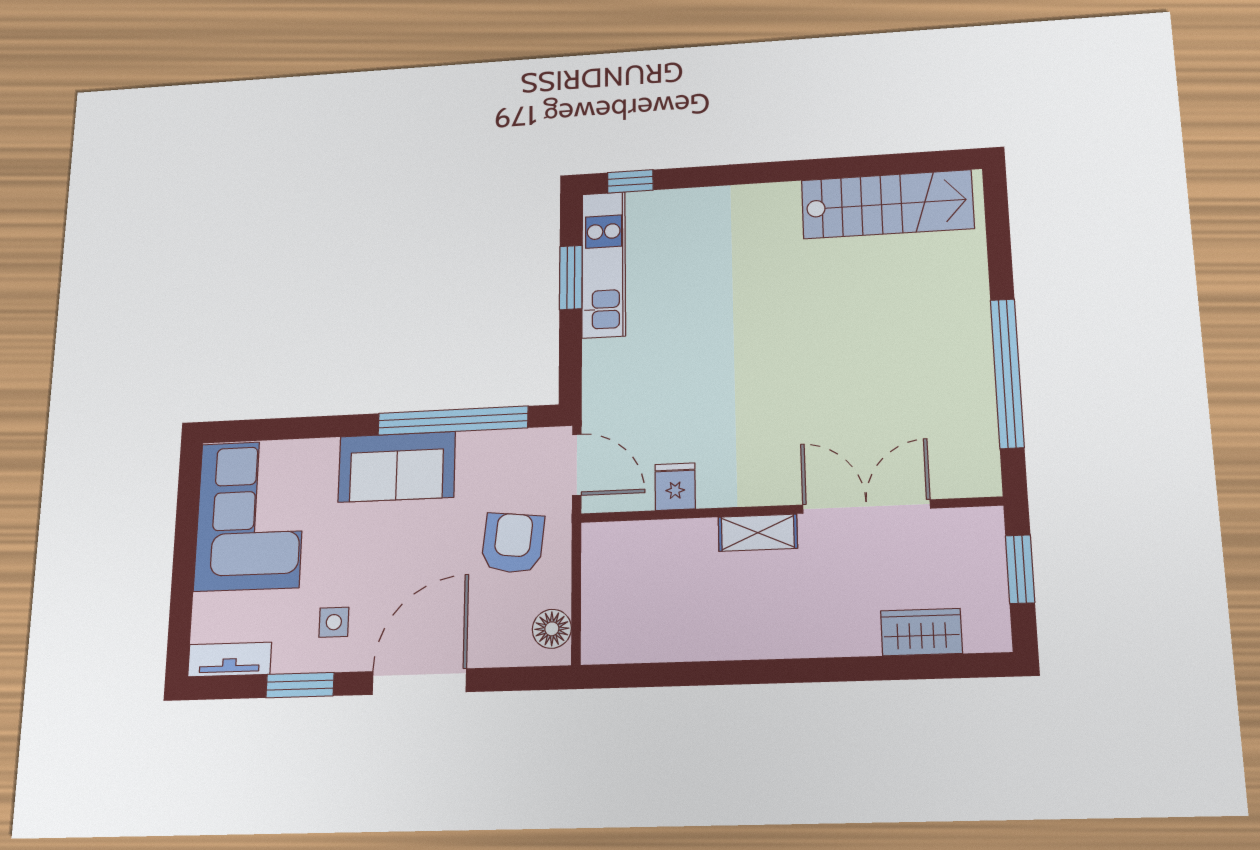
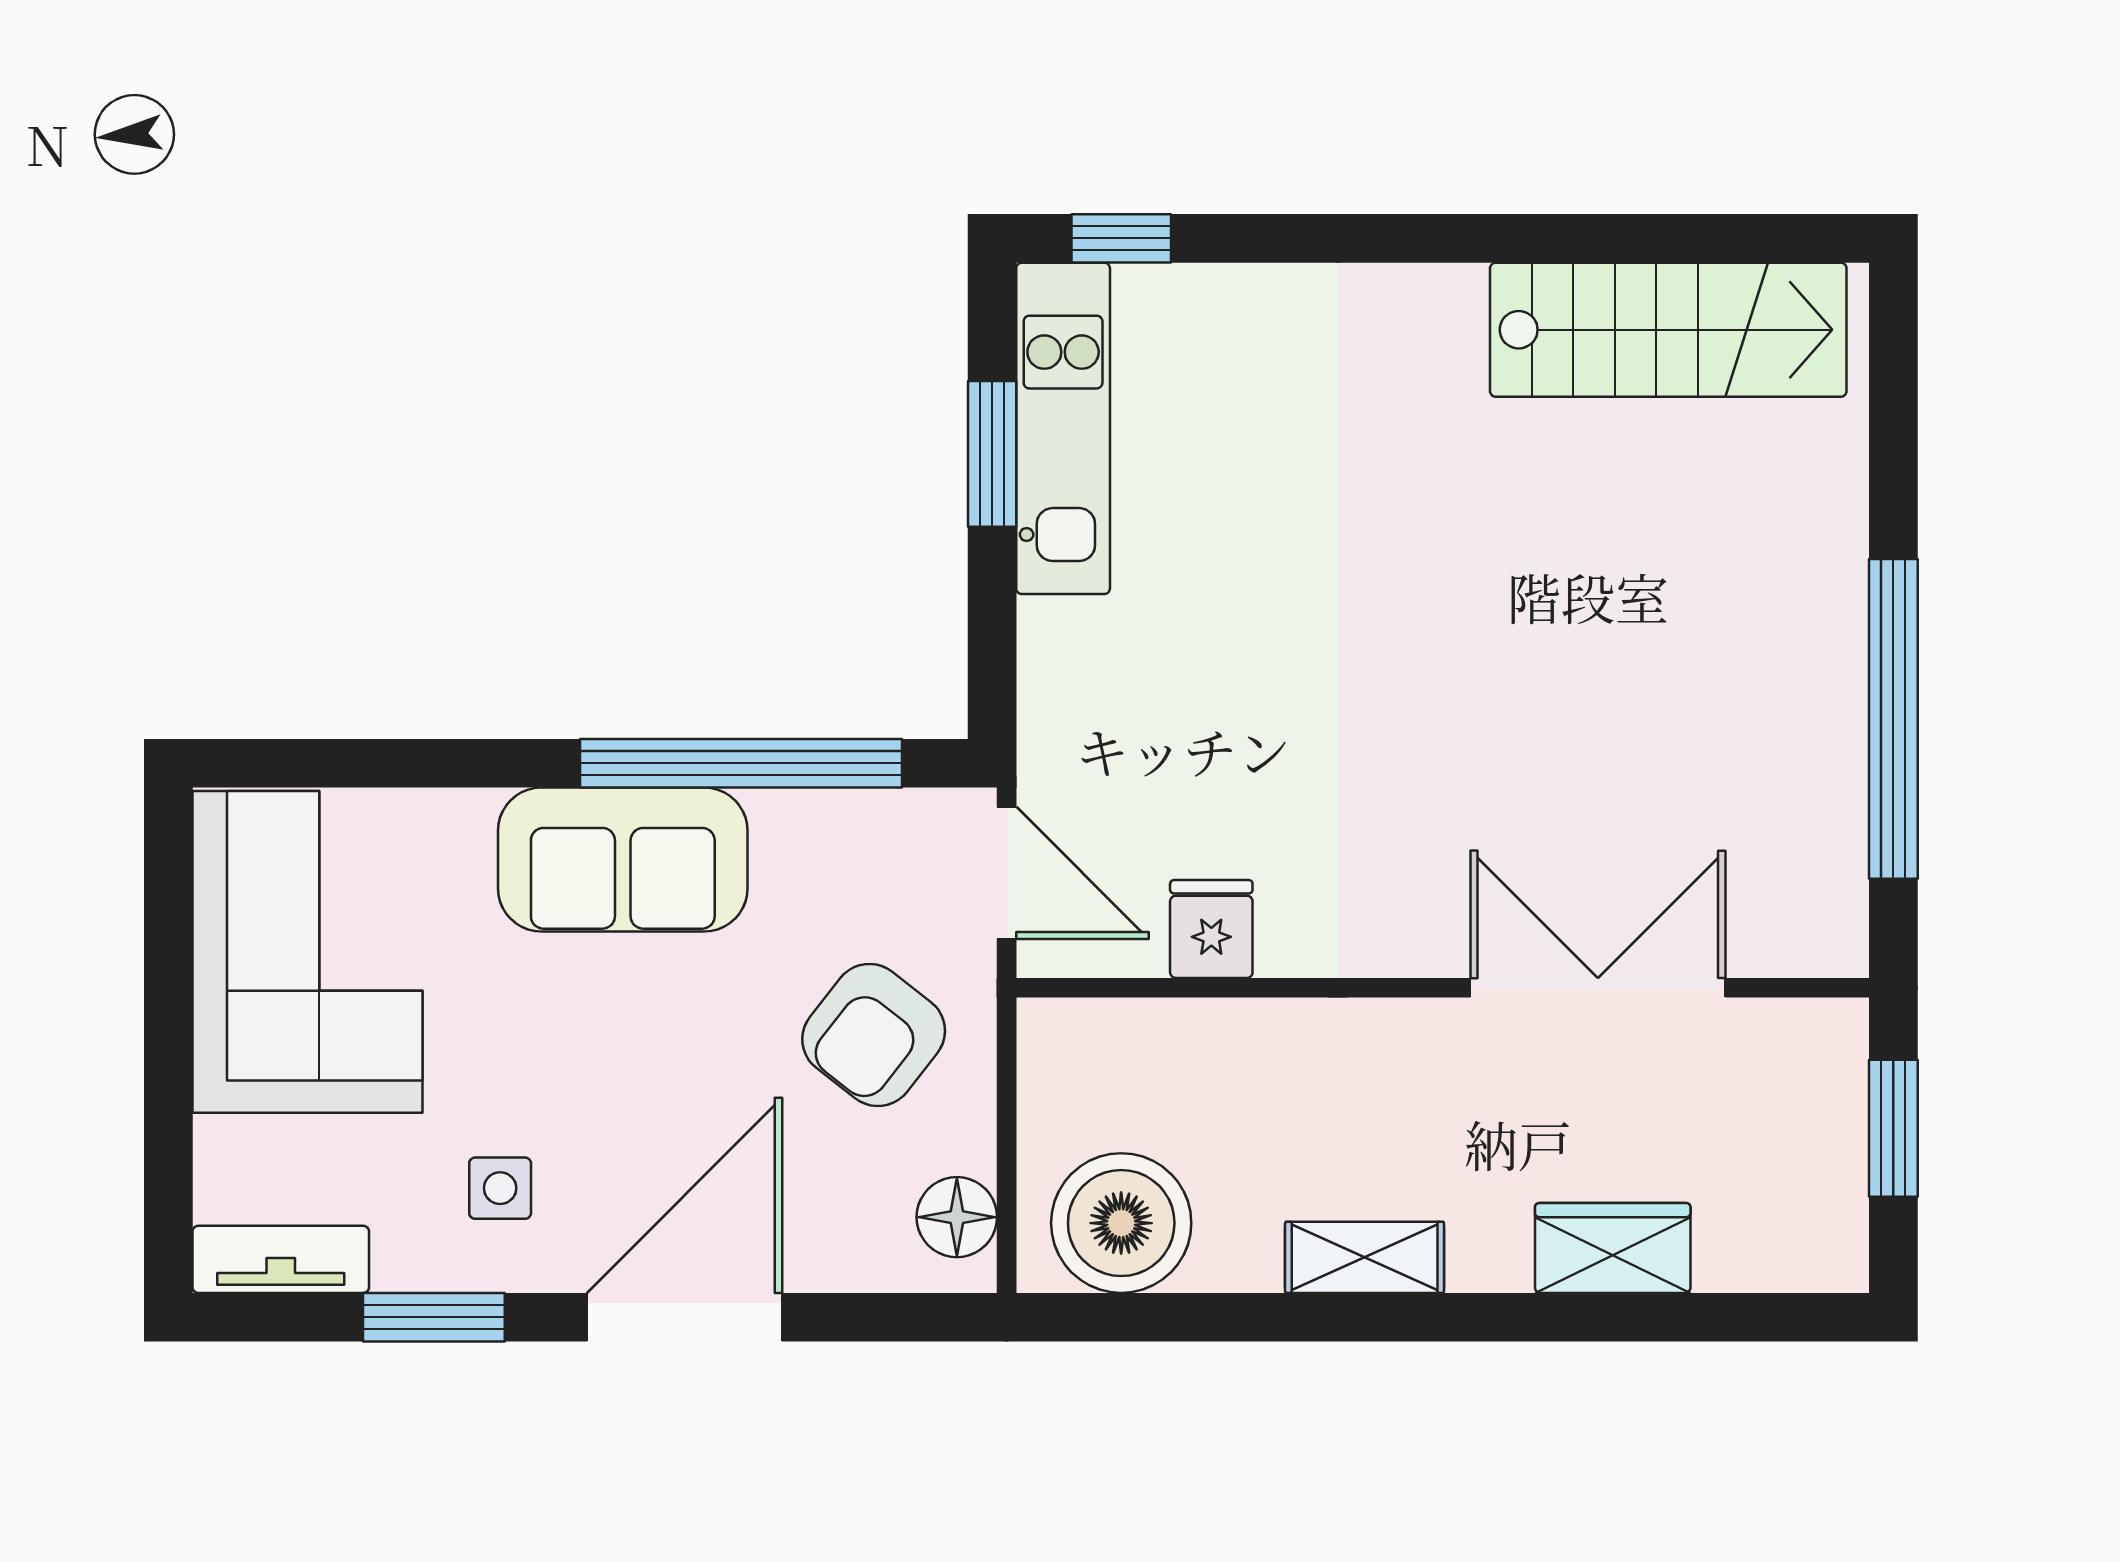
shelving: (758, 533) -> (1365, 1257), moved
armchair: (513, 543) -> (874, 1035), turned -148
boiler: (632, 629) -> (1121, 1223), added
wardrobe: (921, 632) -> (1613, 1248), moved

